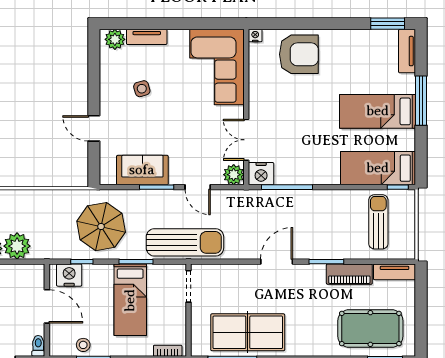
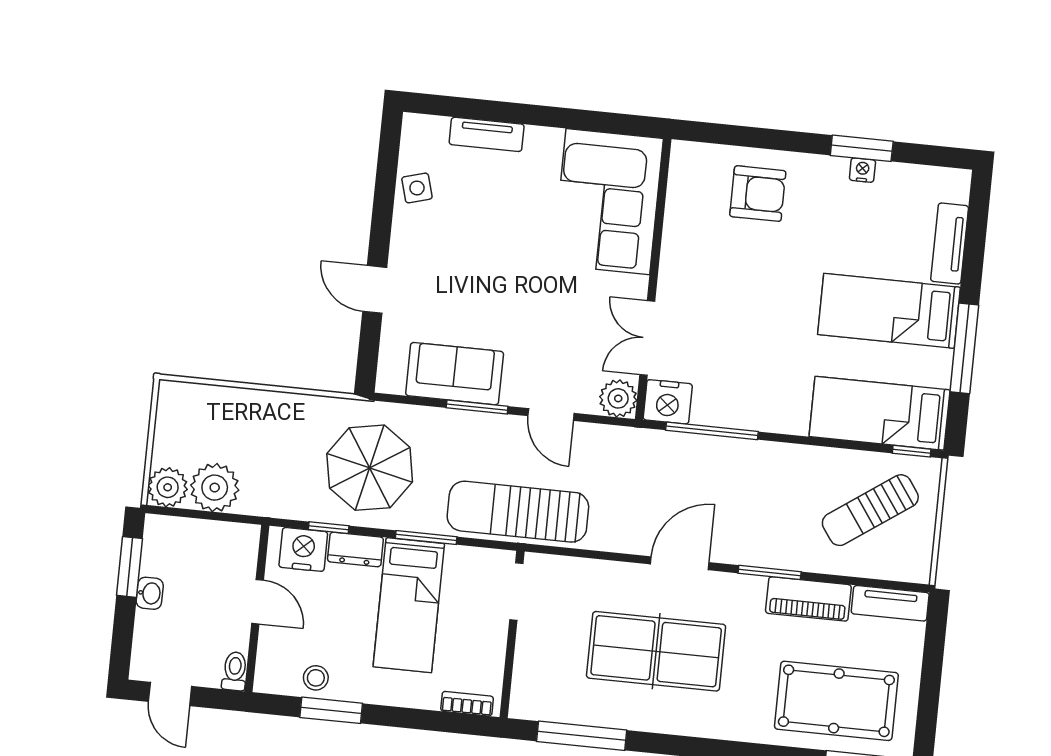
window: (388, 24) -> (862, 148), moved
nightstand: (255, 36) -> (862, 170), moved
plant: (115, 39) -> (429, 133), removed
tv unit: (407, 51) -> (950, 244), moved
armchair: (299, 54) -> (758, 194), width x0.73, depth x0.73
side table: (142, 89) -> (417, 188), moved
window: (421, 101) -> (964, 348), moved
sun lounger: (378, 222) -> (870, 510), turned -125
sun lounger: (185, 242) -> (518, 512), turned 180
dresser: (98, 272) -> (355, 549), added
door: (47, 306) -> (258, 602), width x0.73
table tennis table: (248, 332) -> (656, 651), moved

